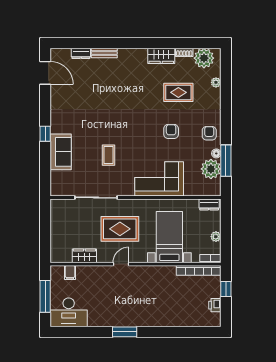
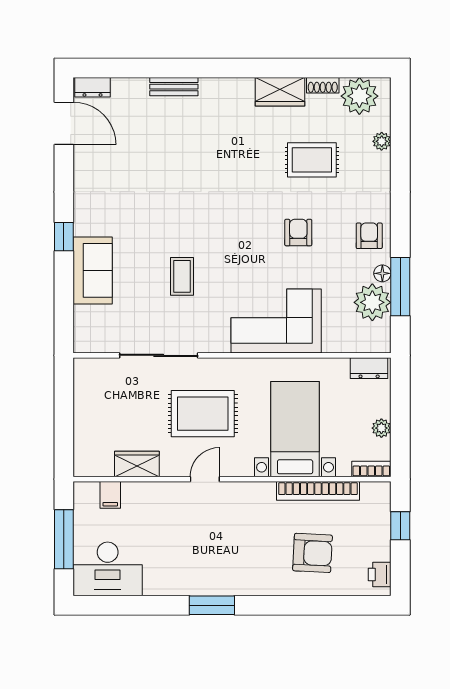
dresser: (81, 53) -> (93, 87), moved
bookcase: (199, 270) -> (318, 491), moved
armchair: (179, 304) -> (313, 553), added
printer: (215, 305) -> (380, 575), moved

